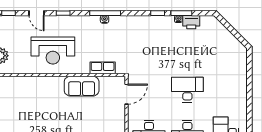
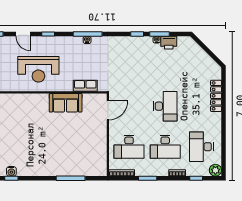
locker: (241, 79) -> (216, 96), added
desk: (187, 90) -> (165, 106), turned 90

